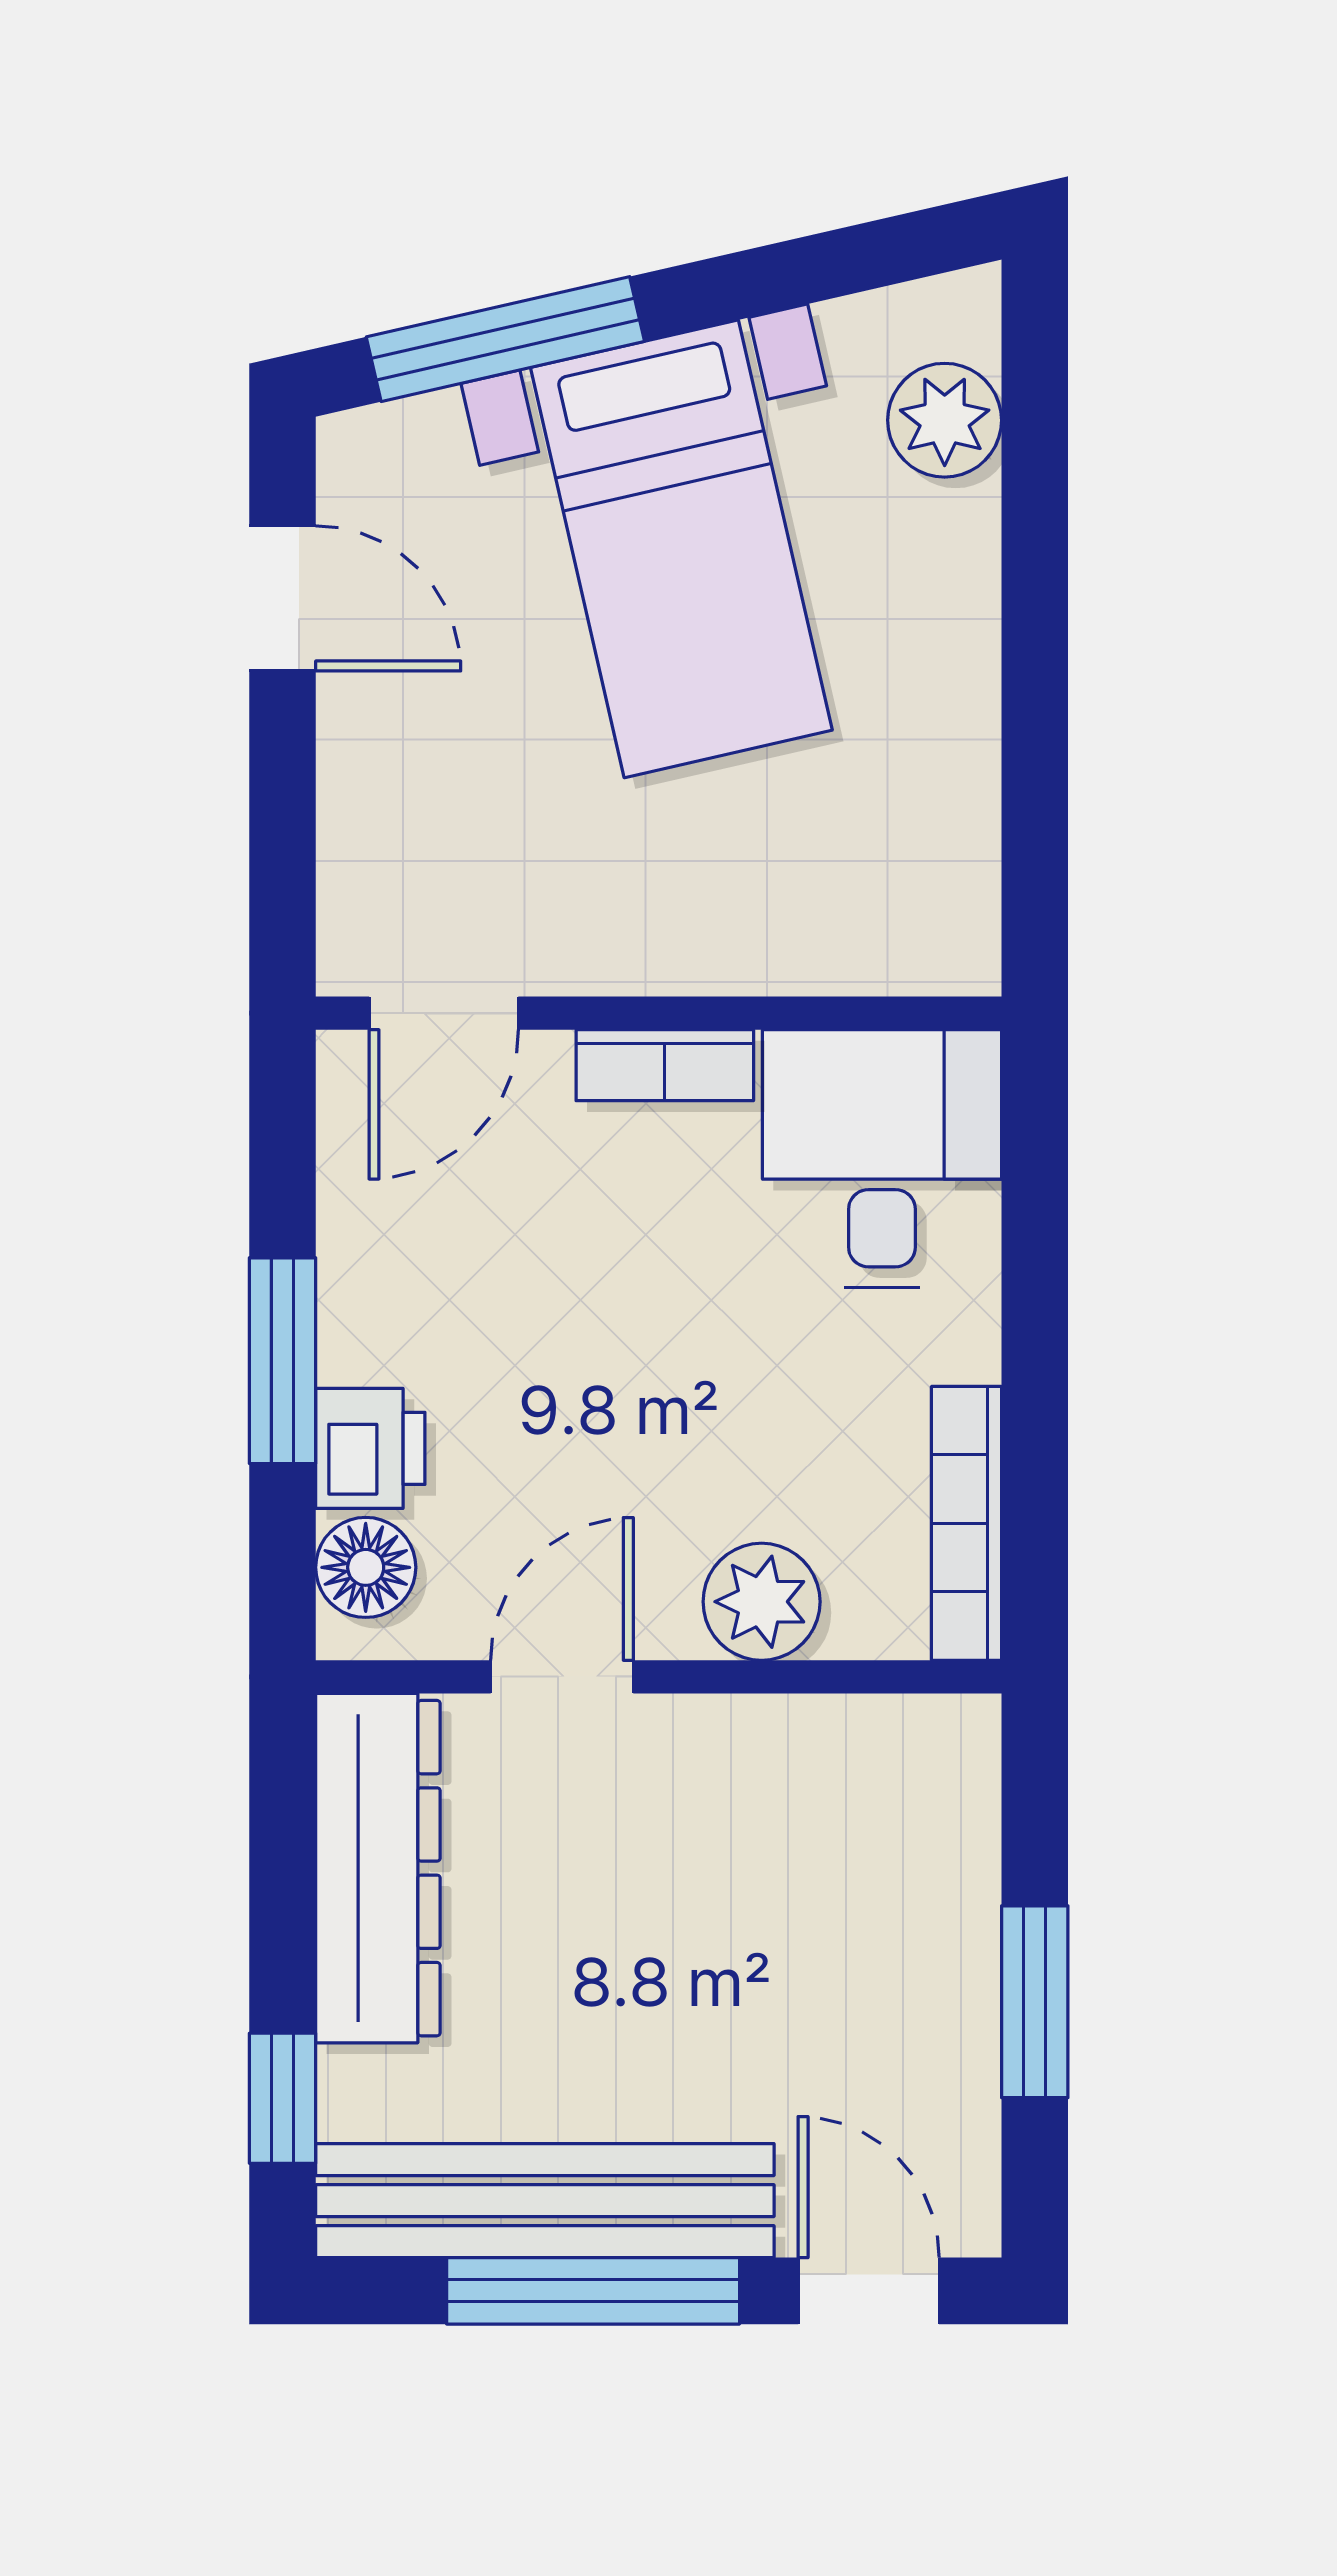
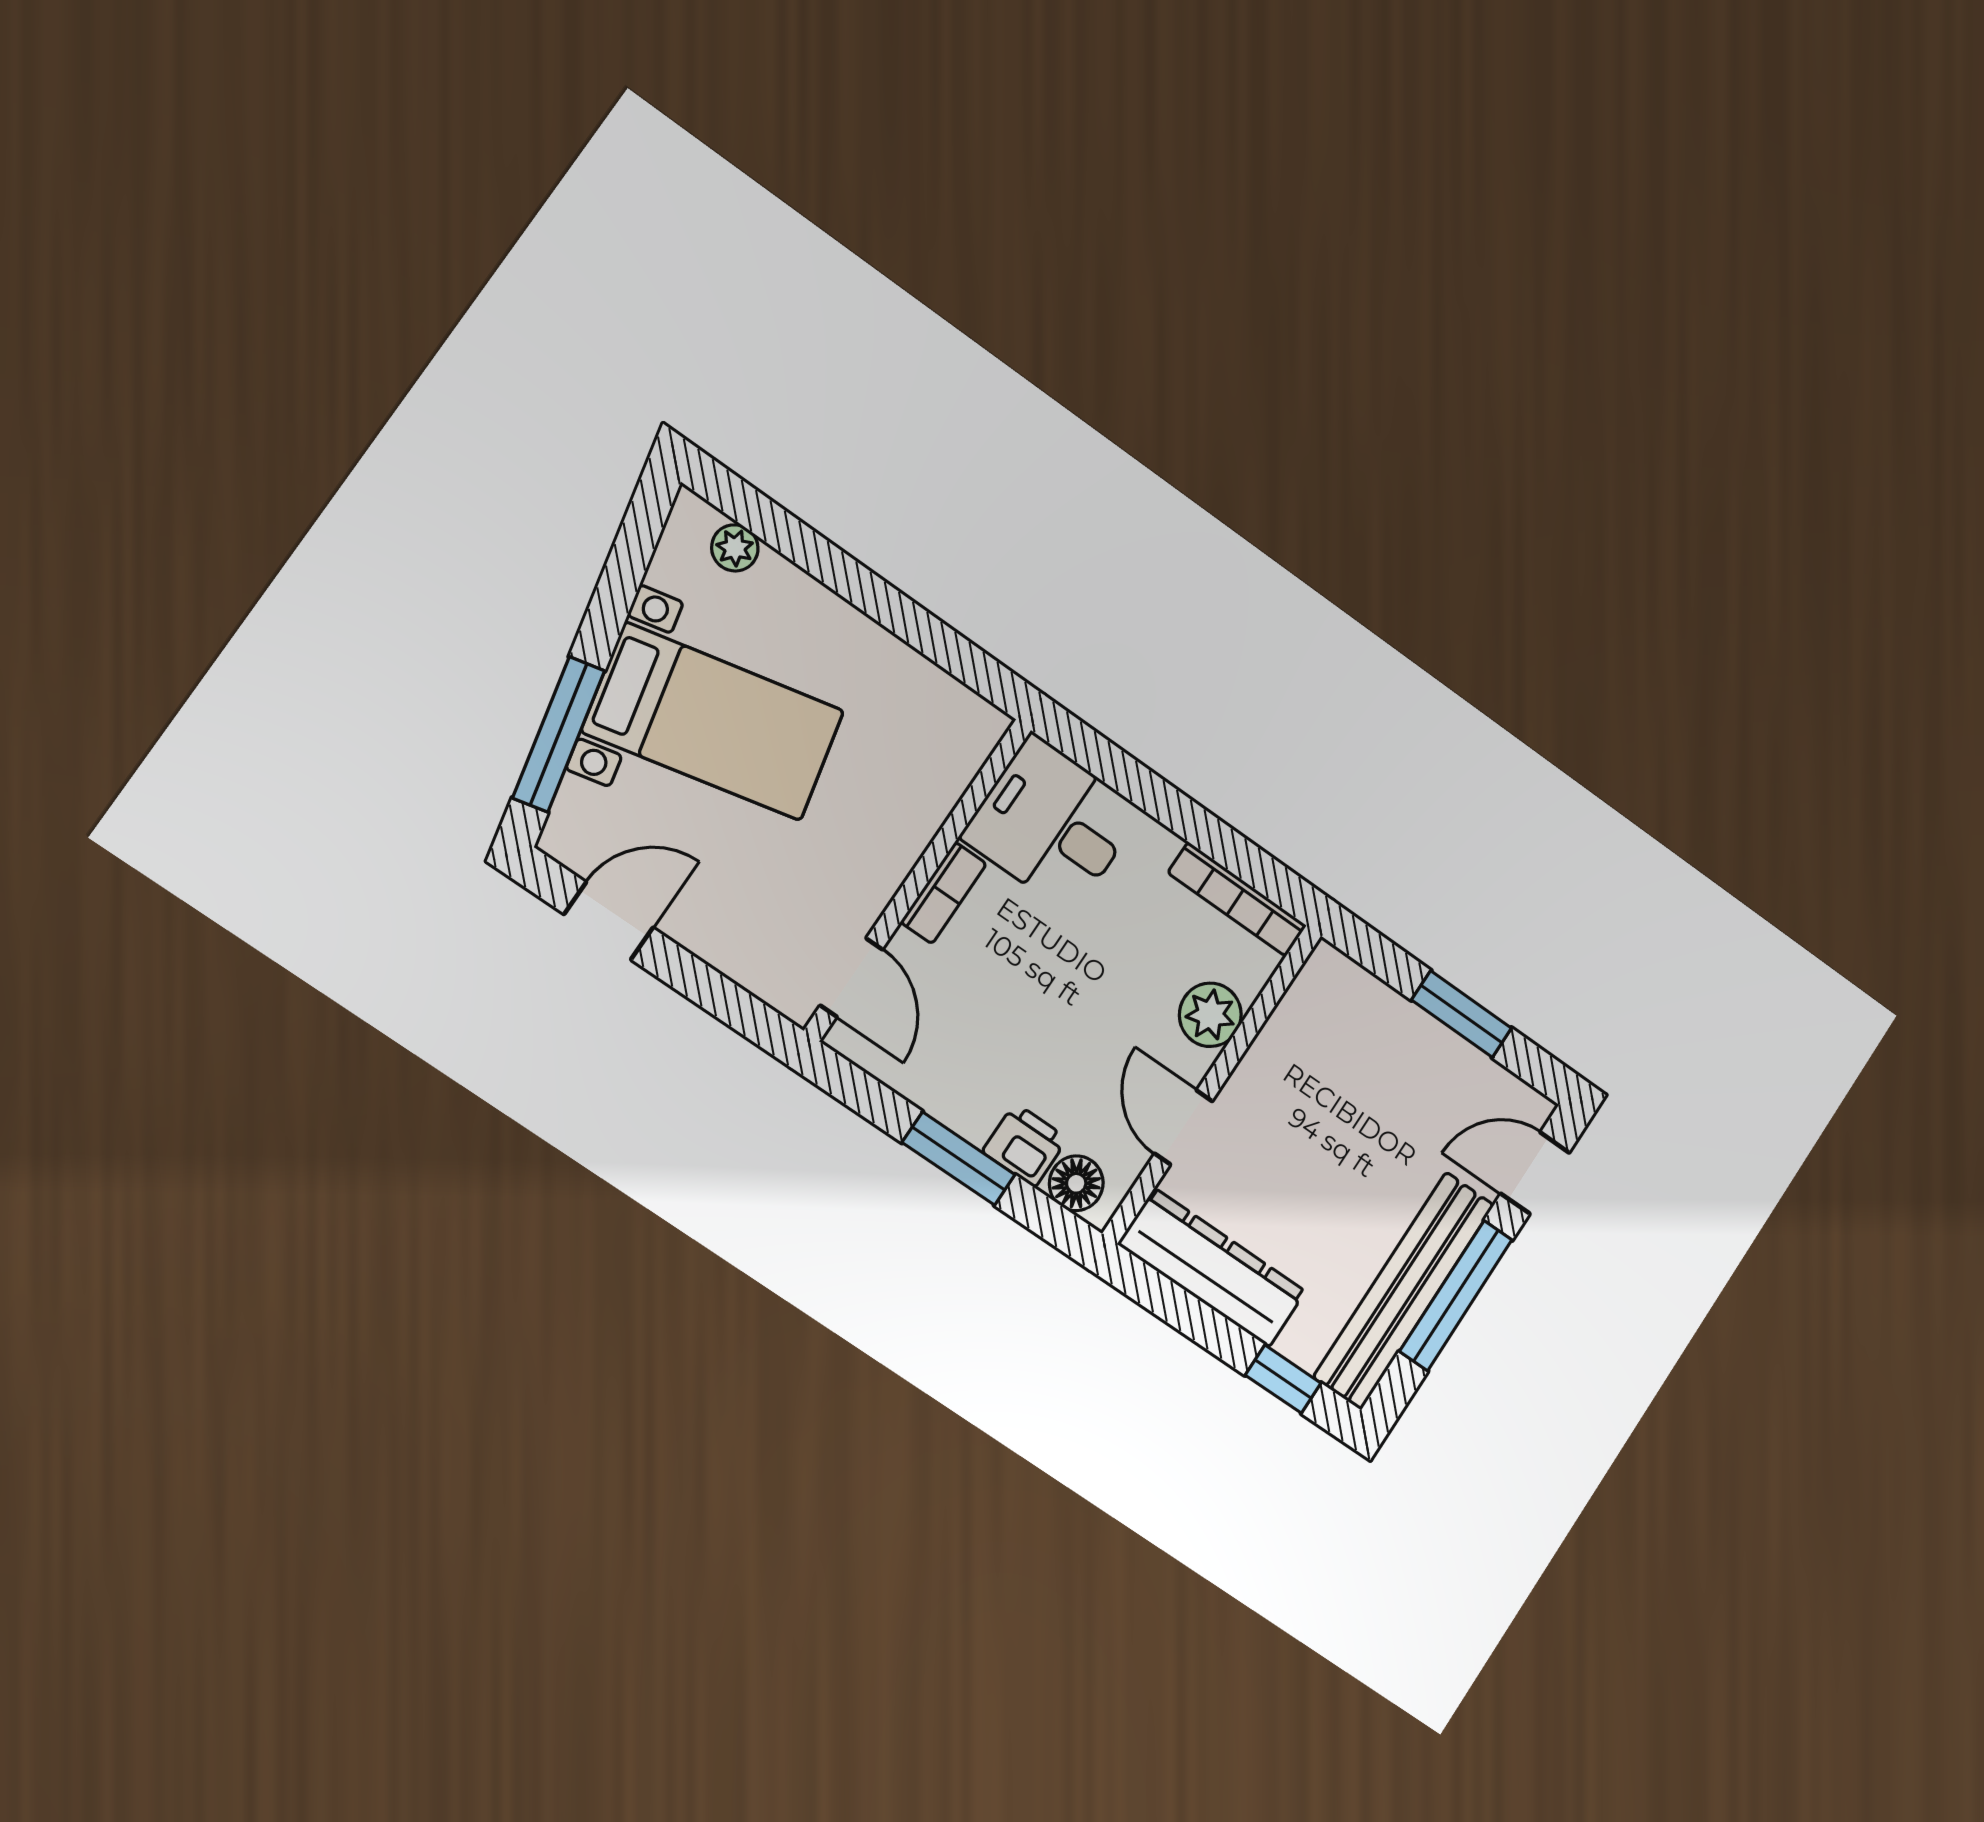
plant: (945, 420) -> (735, 548), width x0.73, depth x0.73

